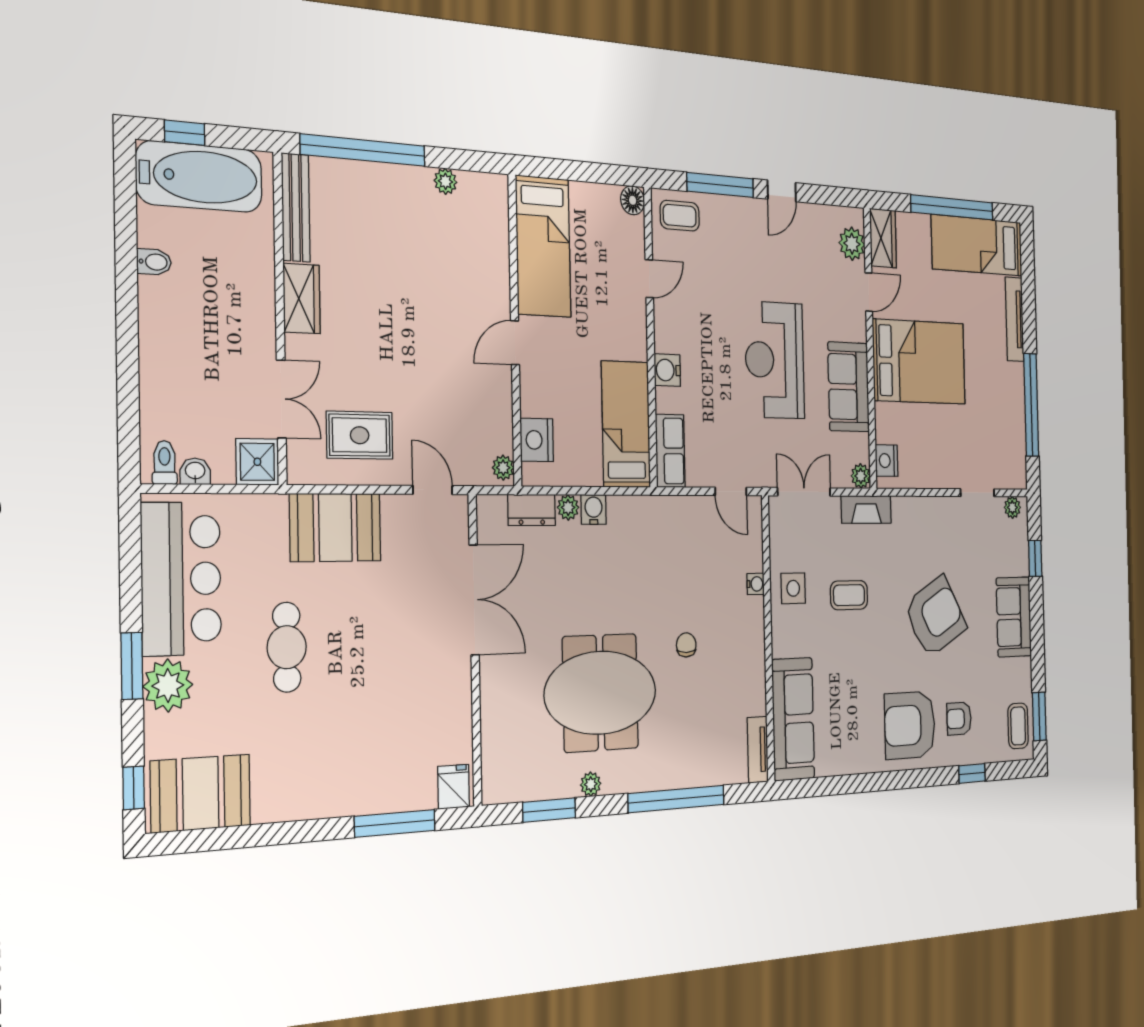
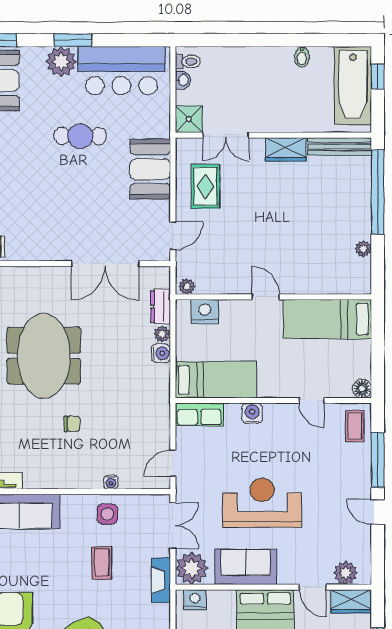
plant: (861, 476) -> (192, 568), width x1.87, depth x1.87

